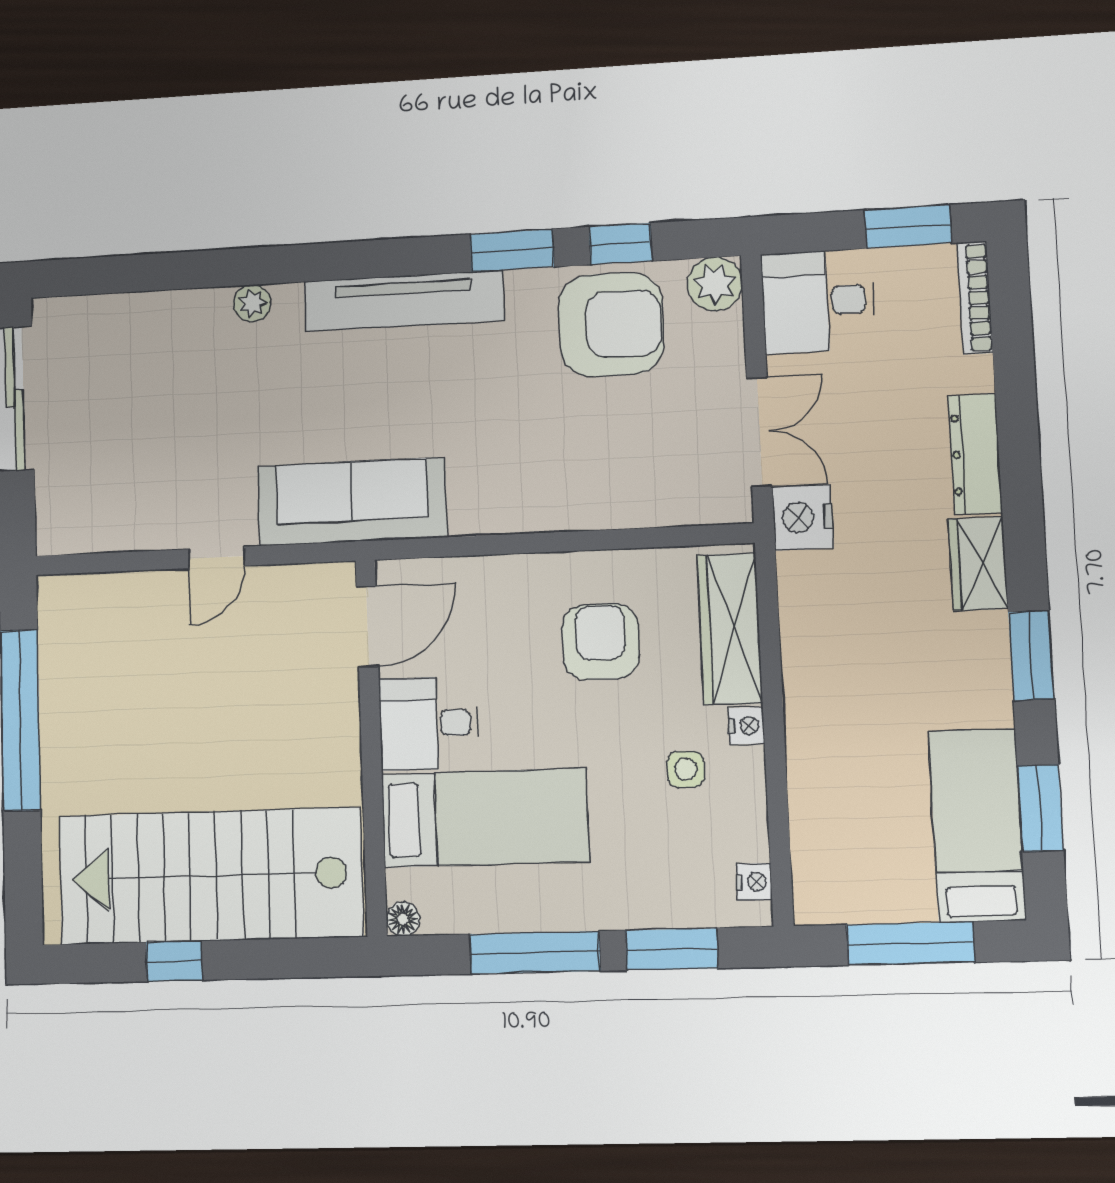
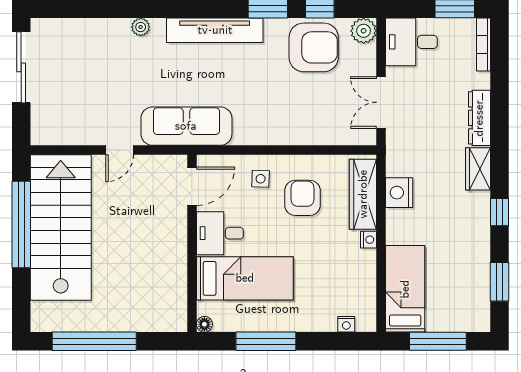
double door: (759, 432) -> (381, 102), swing flipped
nightstand: (803, 517) -> (399, 193), moved
window: (1031, 656) -> (499, 212), width x0.67
side table: (686, 769) -> (261, 179), moved
bed: (977, 825) -> (405, 289), moved
stairs: (210, 876) -> (61, 227), moved, turned 90
nightstand: (754, 882) -> (346, 324), moved, turned 90
window: (672, 949) -> (329, 341), removed
window: (174, 961) -> (94, 341), width x3.17

